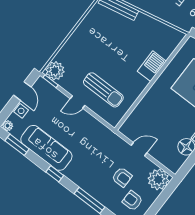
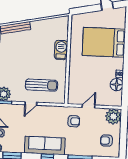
sofa: (46, 148) -> (45, 146), moved
armchair: (122, 177) -> (74, 121), moved

